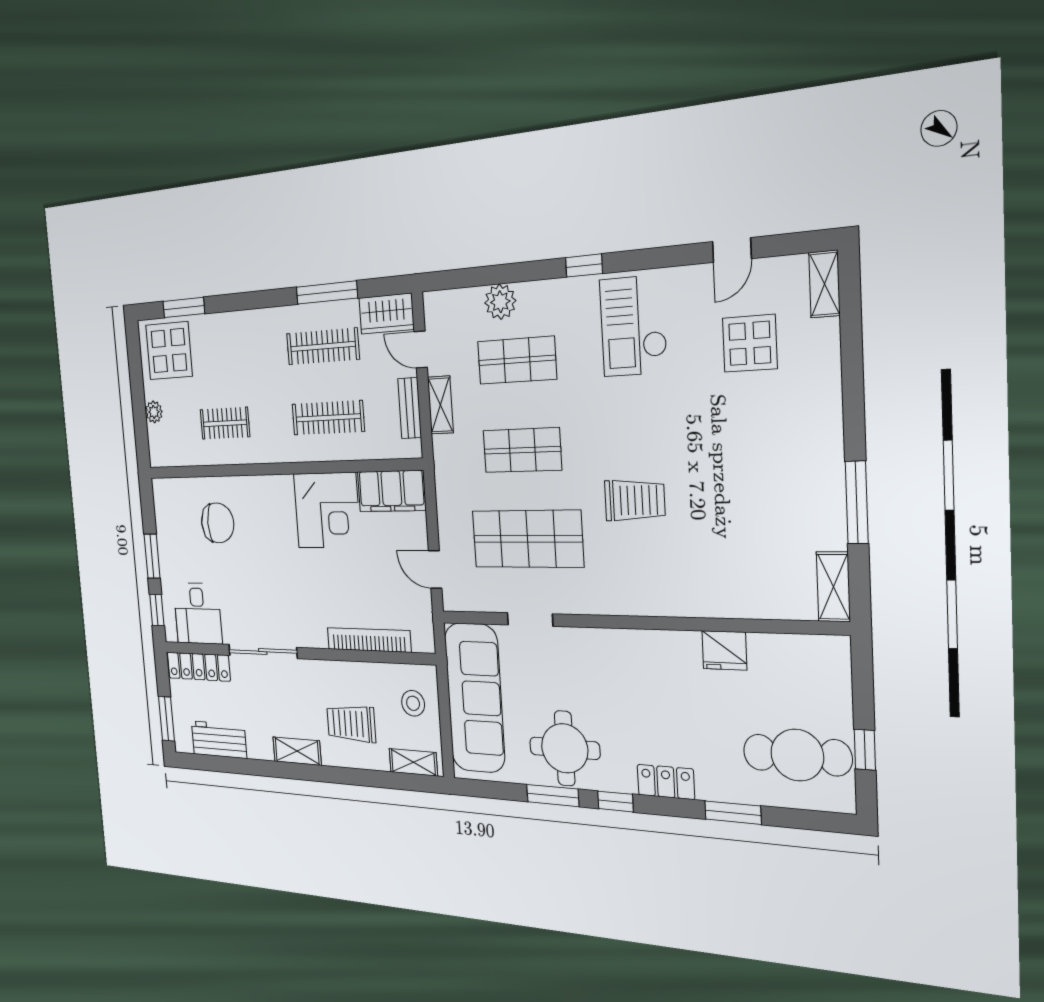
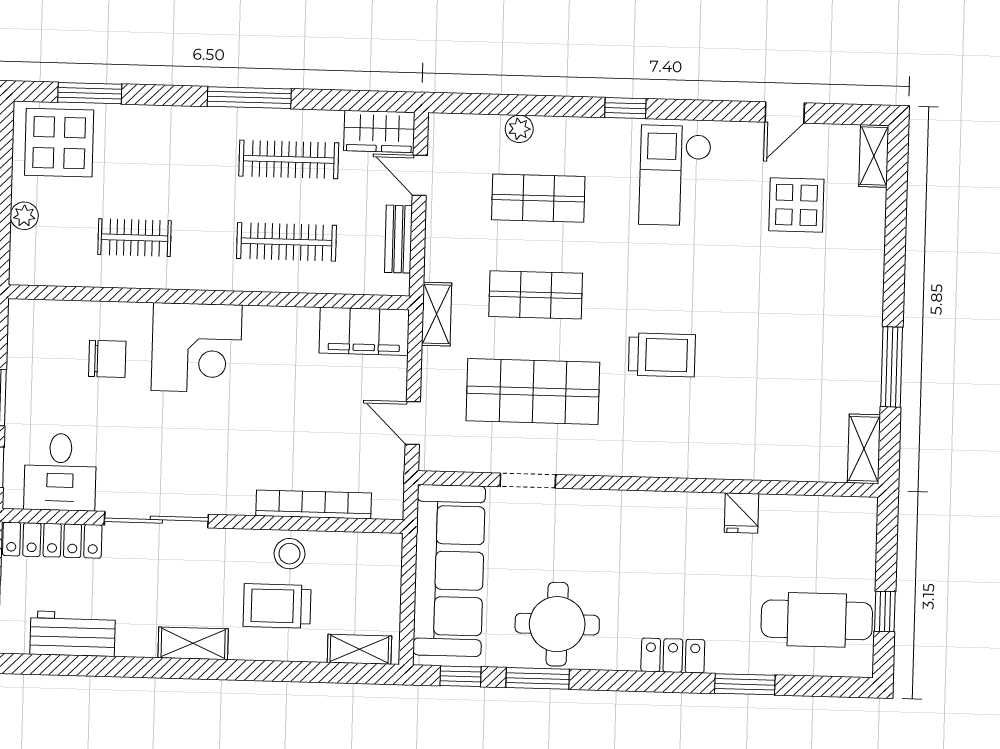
window: (327, 293) -> (249, 98), moved
plant: (500, 302) -> (519, 129), width x0.73, depth x0.73
shelving: (440, 405) -> (437, 314), moved
corner desk: (327, 510) -> (197, 348), moved
chair: (218, 523) -> (107, 359), width x0.73, depth x0.73
fridge: (724, 650) -> (742, 513), width x0.72
stool: (413, 703) -> (289, 554), moved
window: (615, 801) -> (461, 676), moved

